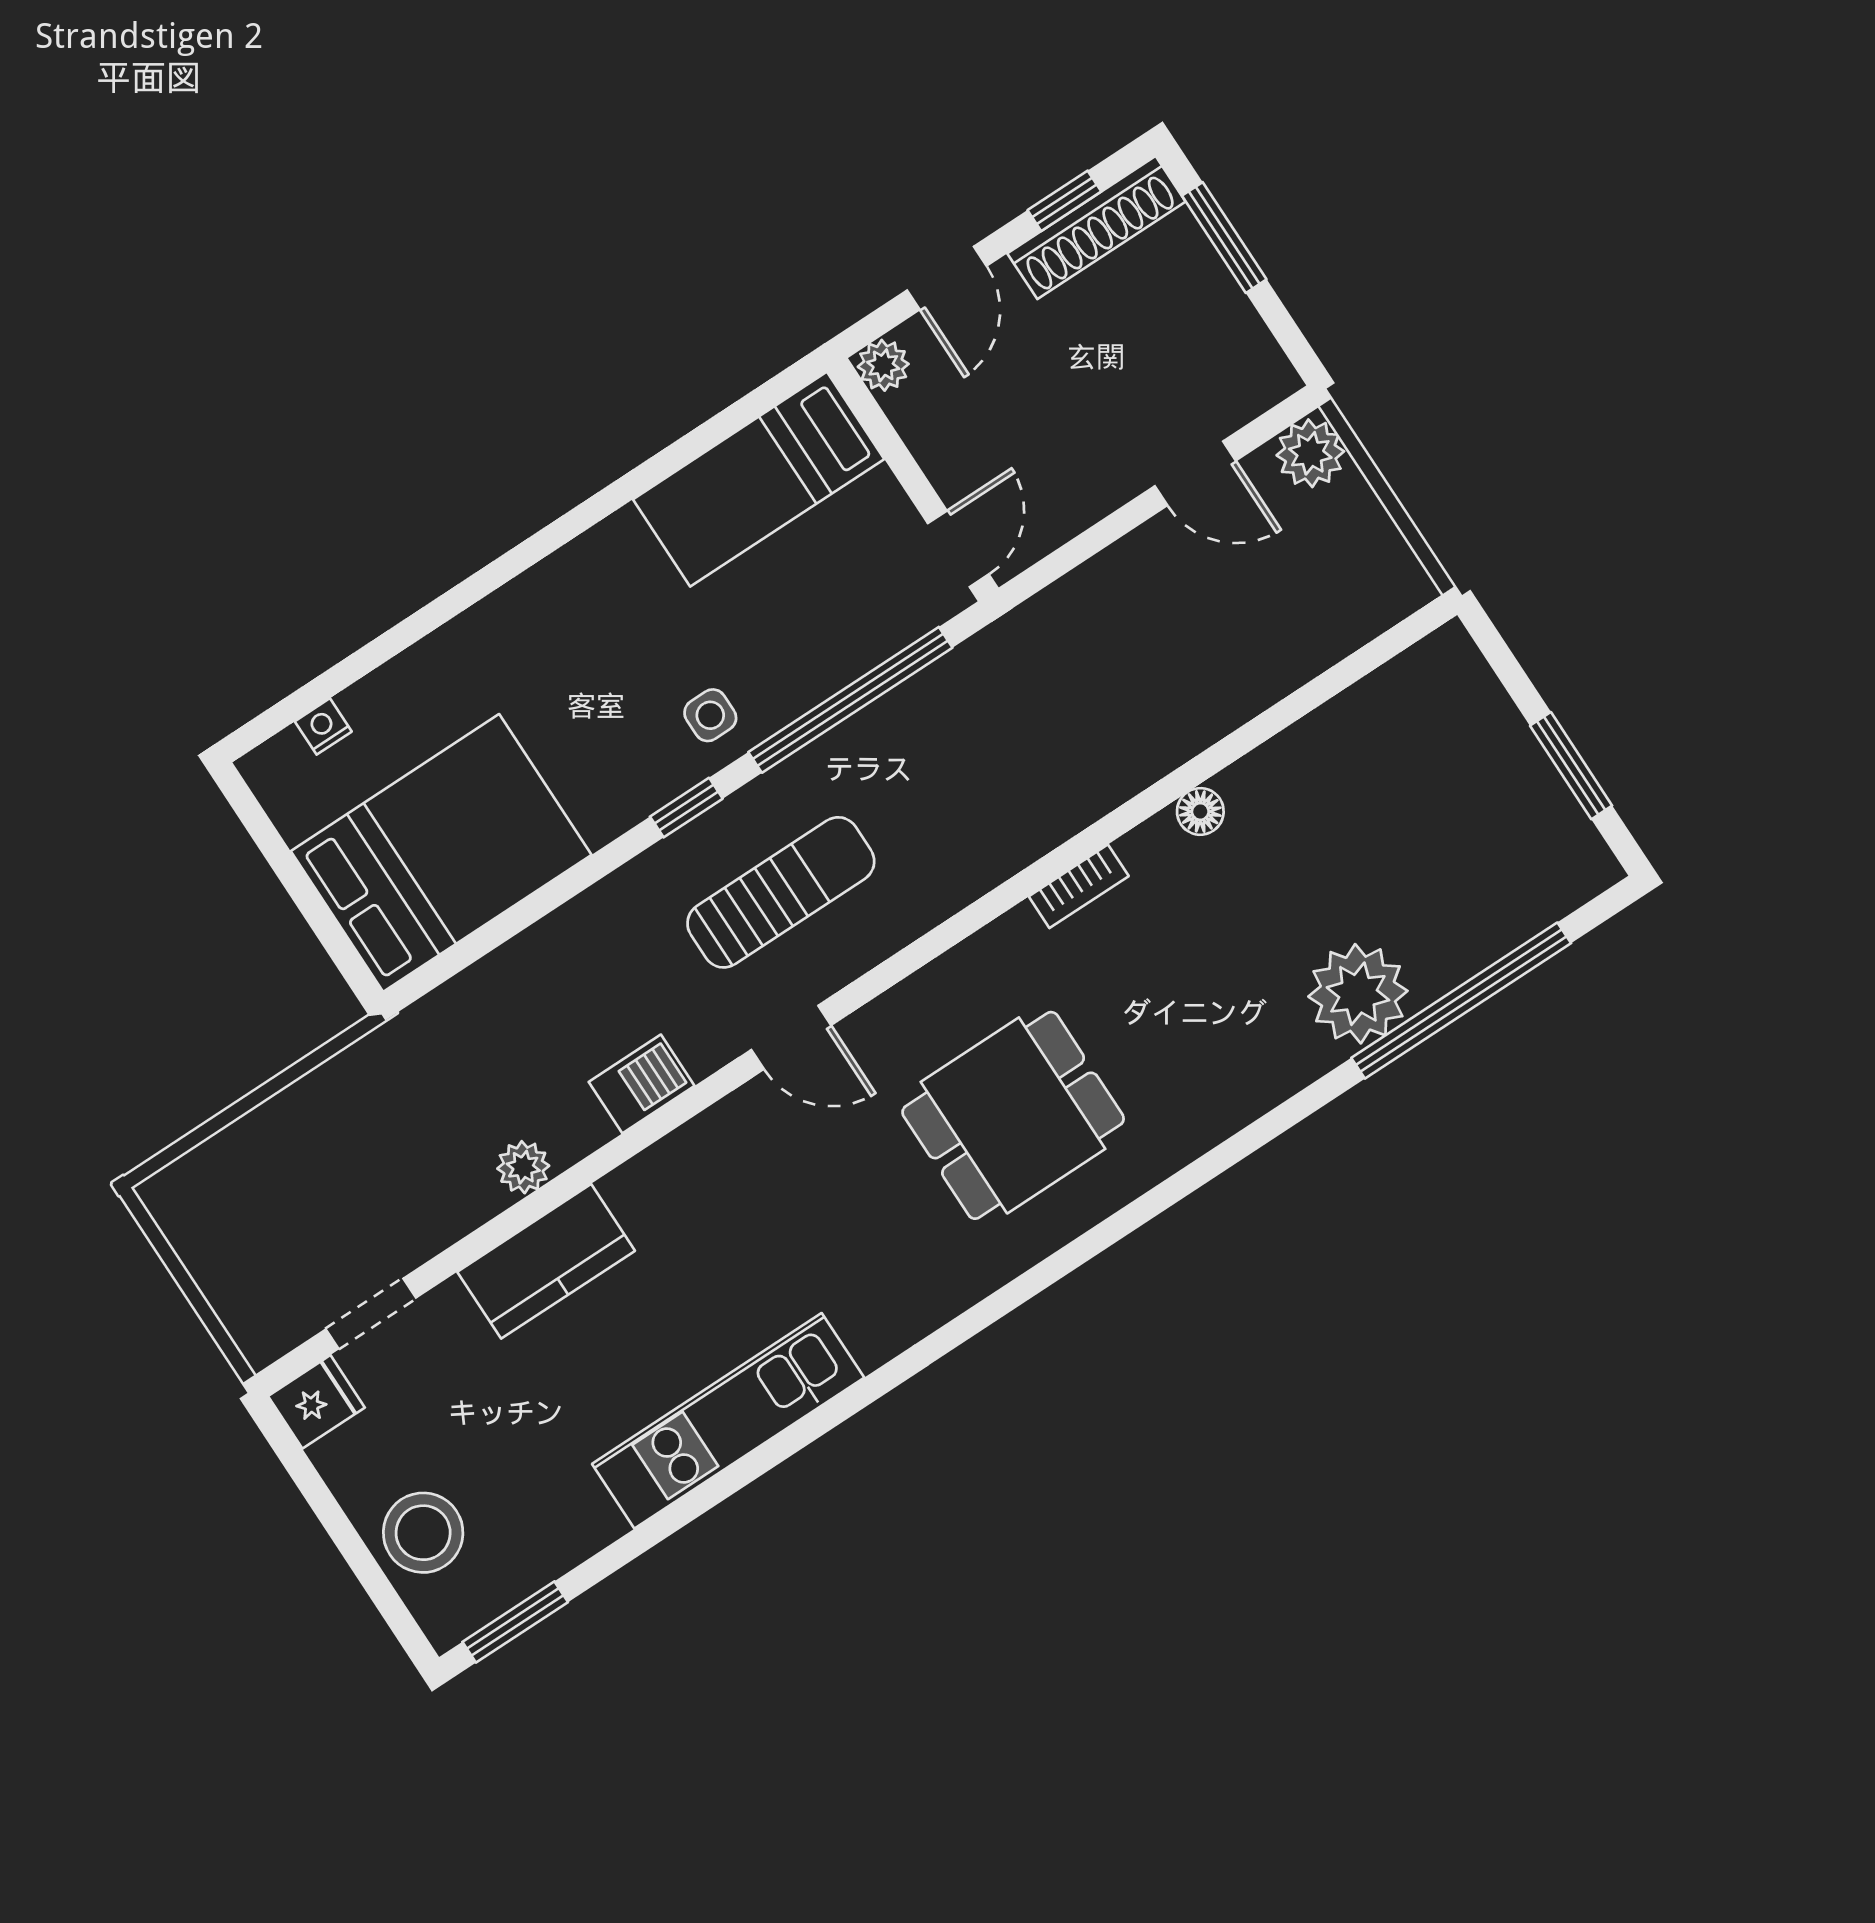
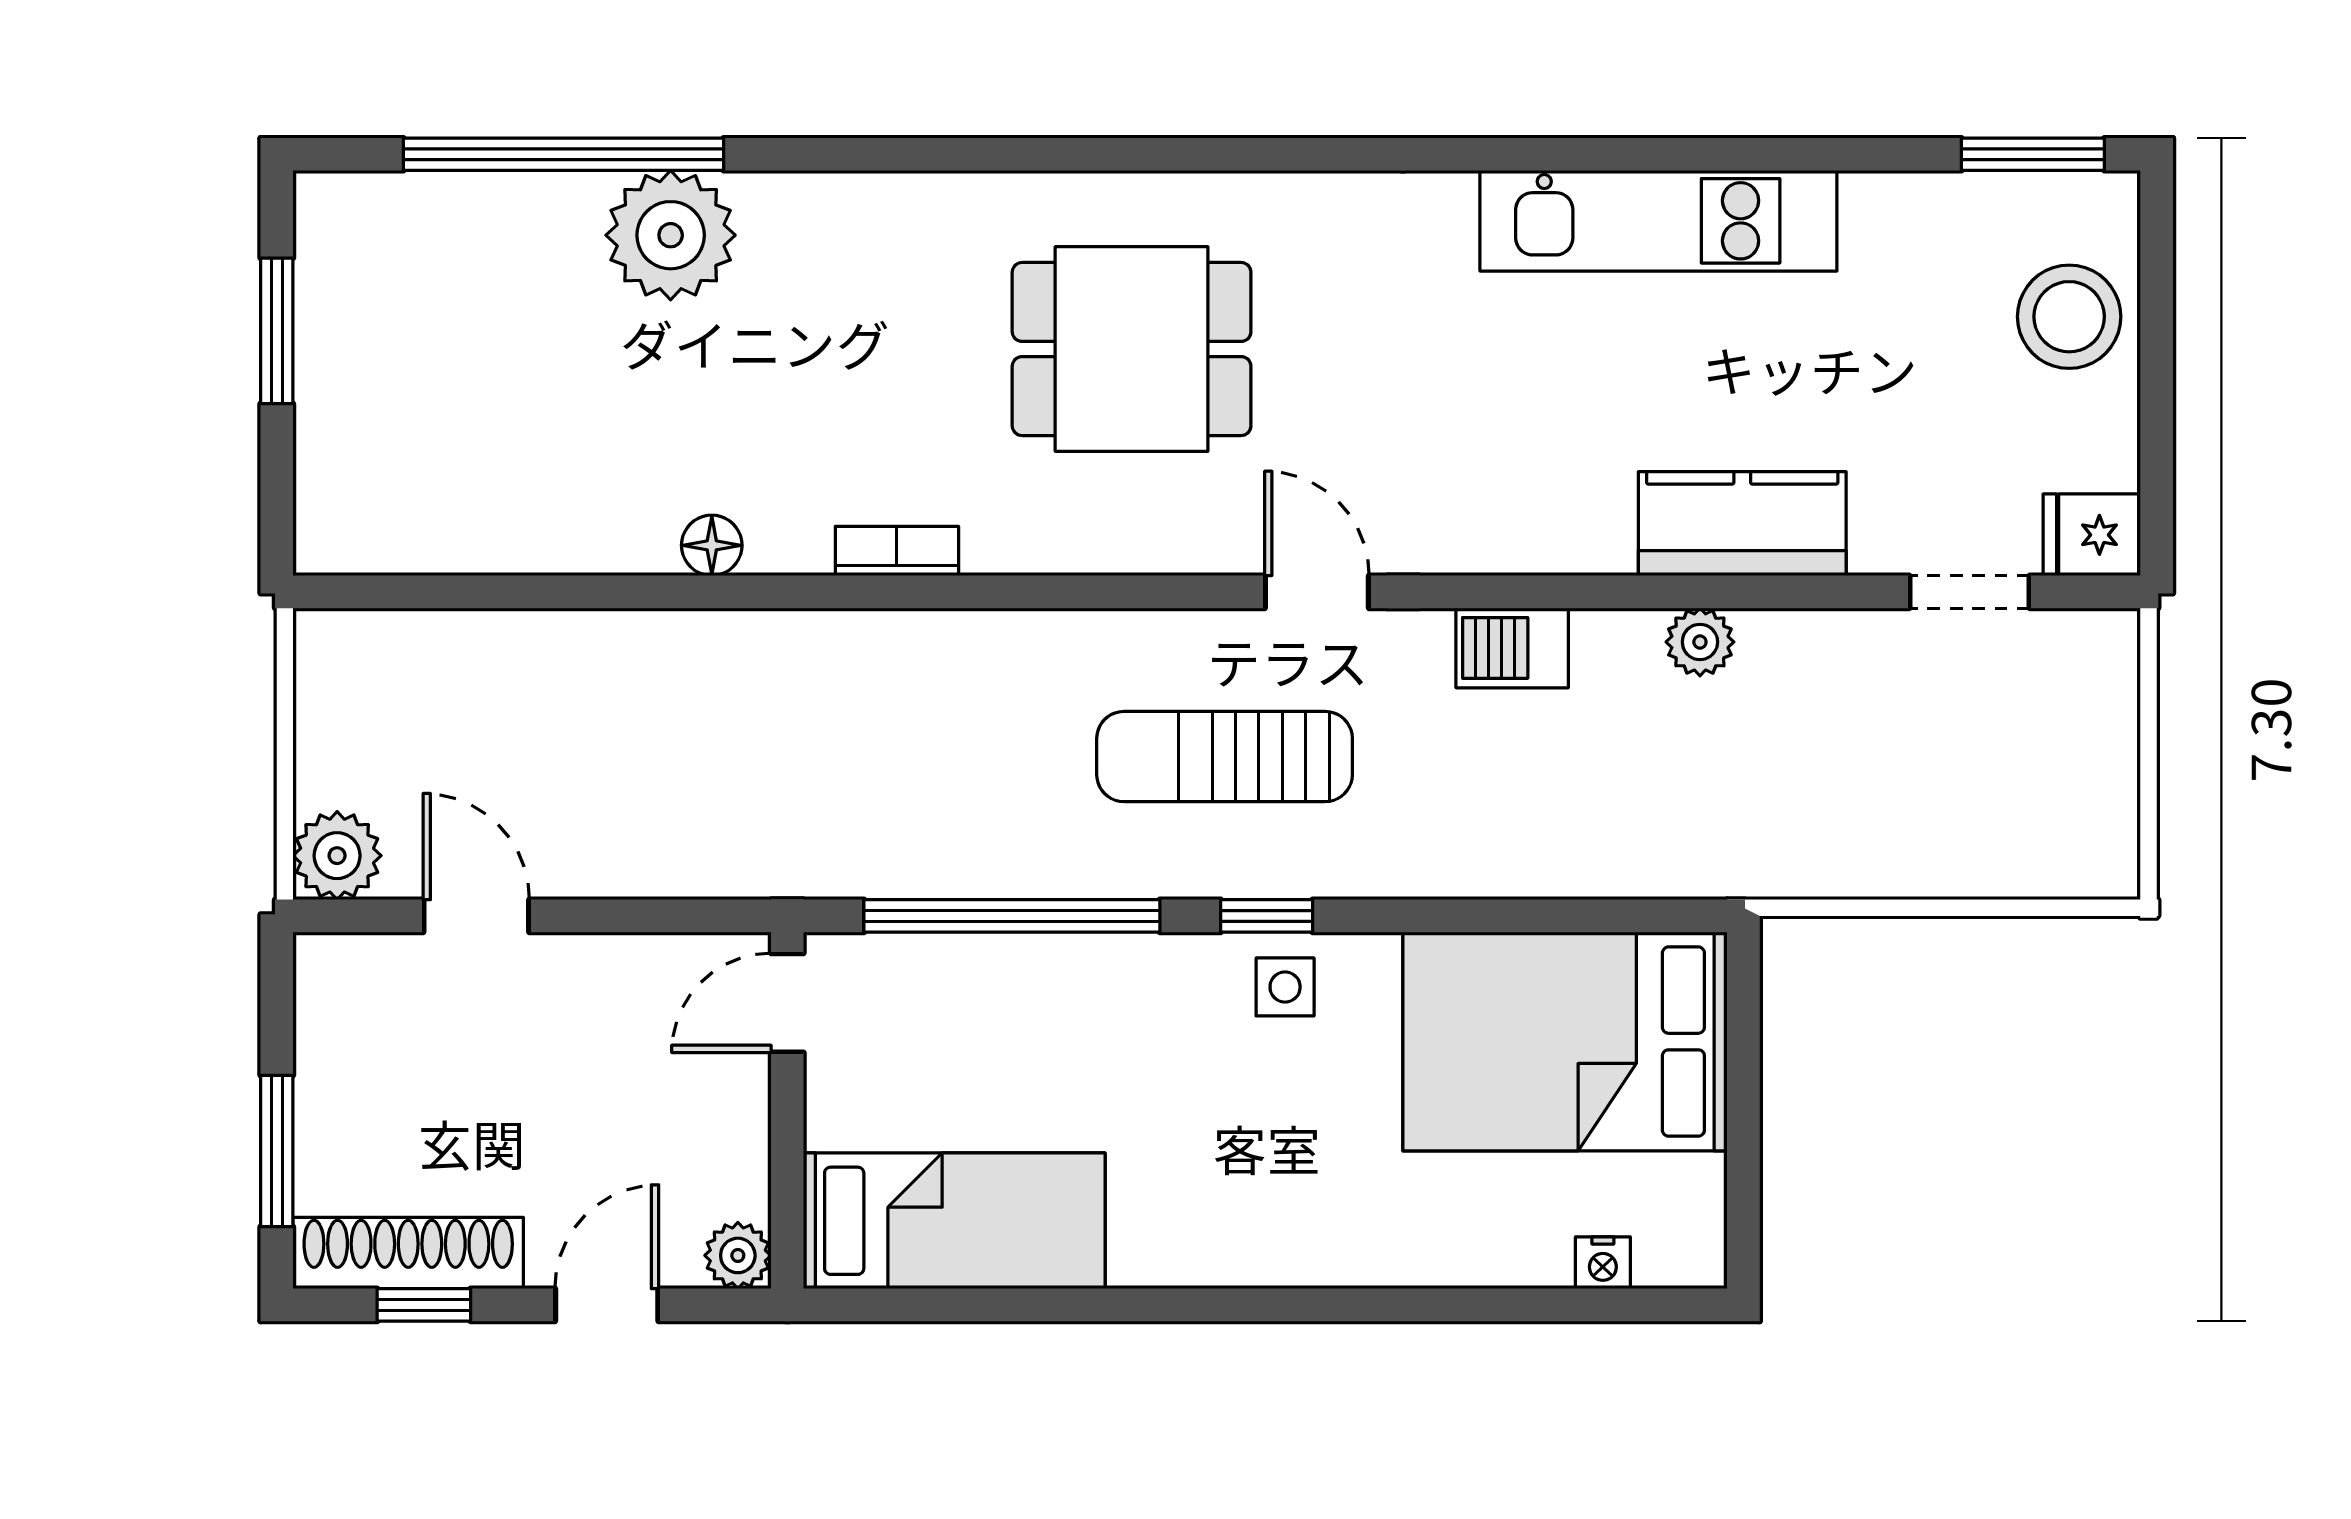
side table: (710, 715) -> (1285, 987), moved

